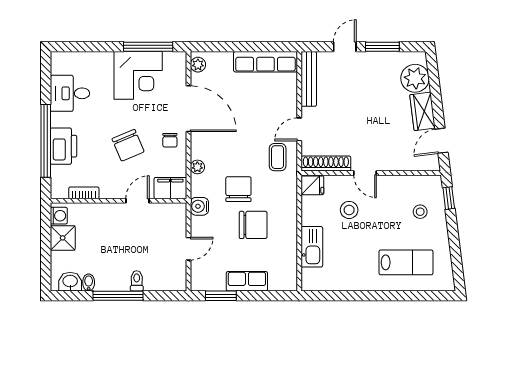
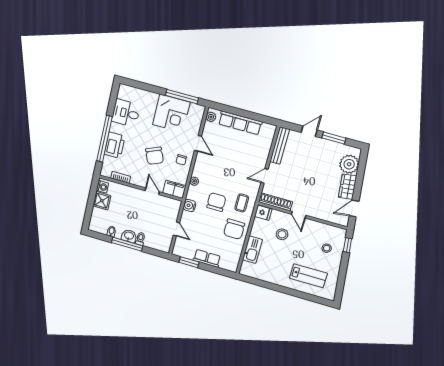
row of seats: (265, 62) -> (240, 123), moved
door: (189, 109) -> (198, 143), width x0.53
coffee table: (278, 157) -> (242, 203), moved
door: (137, 201) -> (152, 191), hinge flipped
chair: (253, 225) -> (234, 229), moved, turned 90
door: (189, 249) -> (176, 229), hinge flipped
washbasin: (70, 282) -> (129, 236), moved

